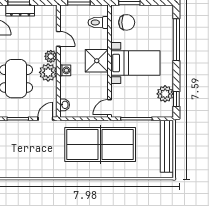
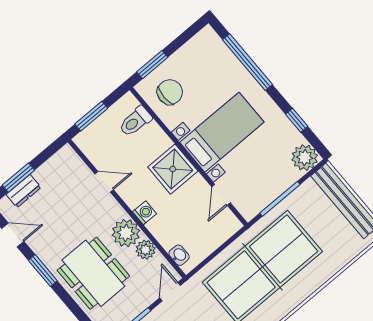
dresser: (20, 11) -> (24, 191), width x0.70
plant: (51, 56) -> (146, 250), moved
plant: (165, 94) -> (305, 158), moved
window: (176, 99) -> (297, 120), moved
door: (109, 107) -> (221, 195), moved

